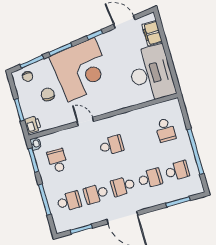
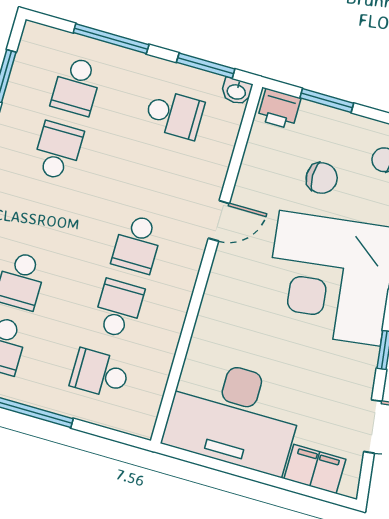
school desk: (123, 186) -> (119, 309), moved

